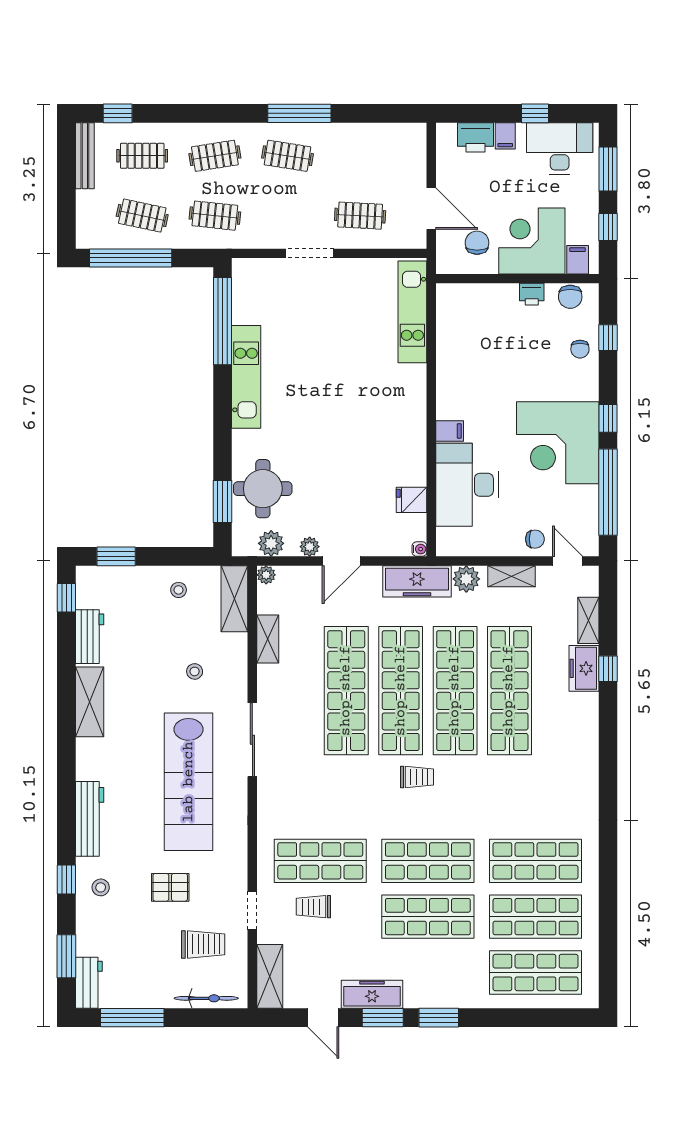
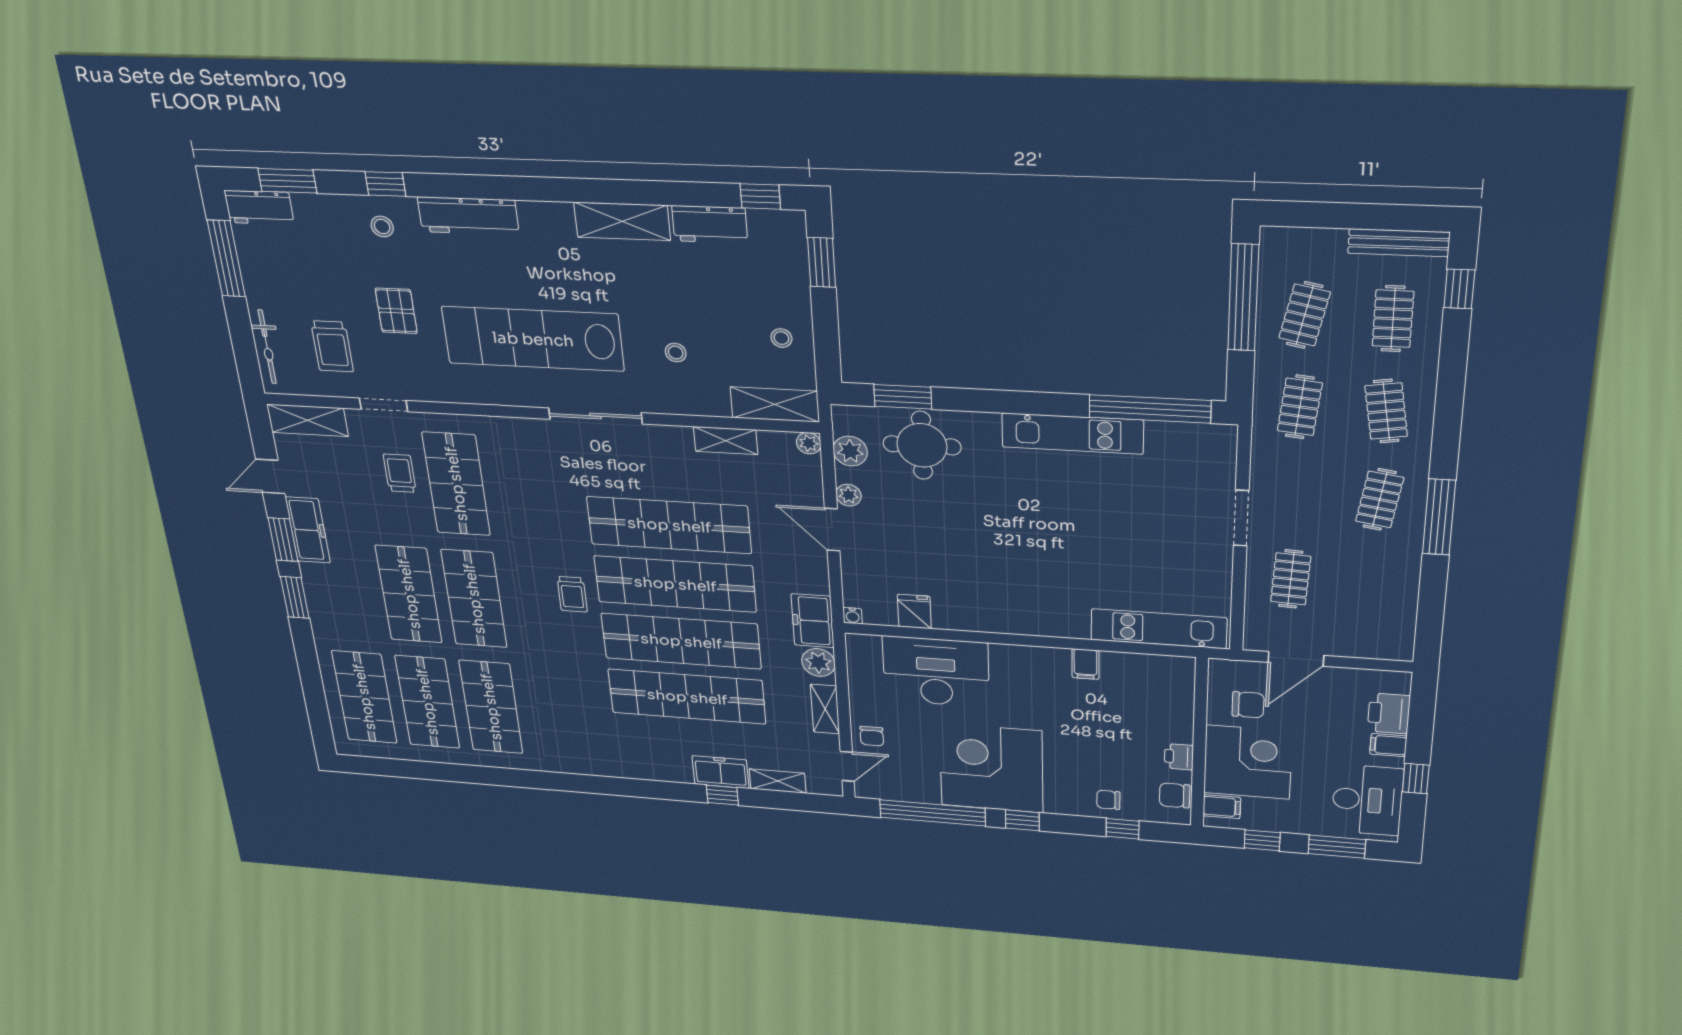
filing cabinet: (450, 431) -> (1085, 664), moved
freezer: (417, 581) -> (813, 621), width x0.71

